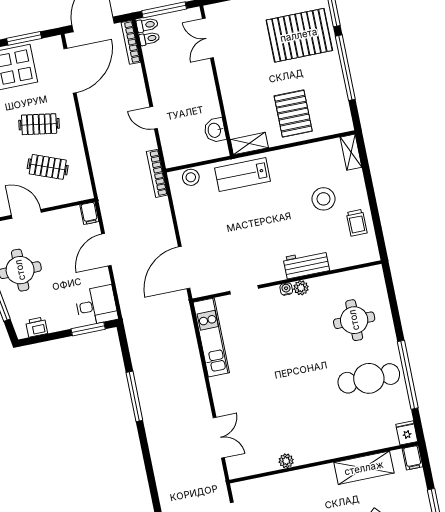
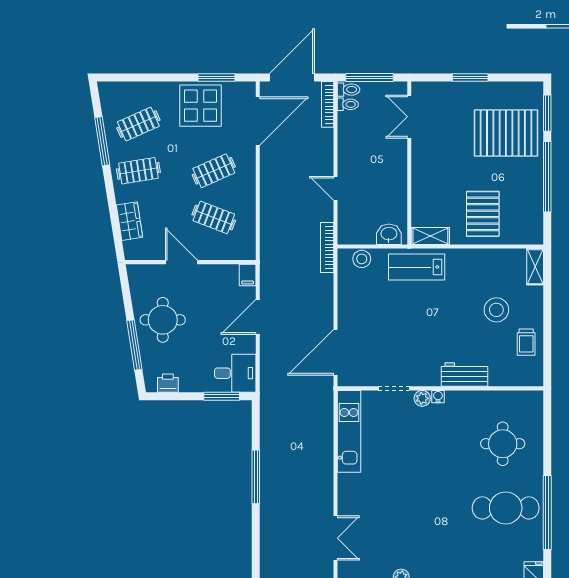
clothes rail: (39, 124) -> (214, 171), turned -33
washbasin: (215, 130) -> (389, 234), moved, turned 90
plant: (301, 288) -> (422, 398), moved

